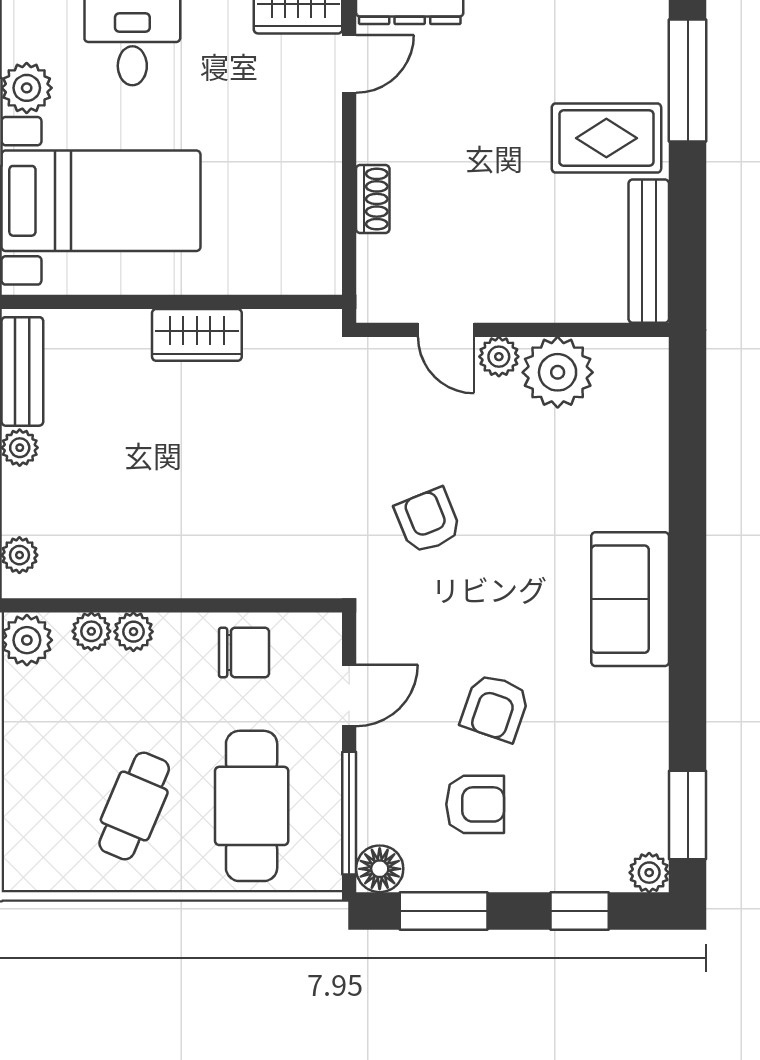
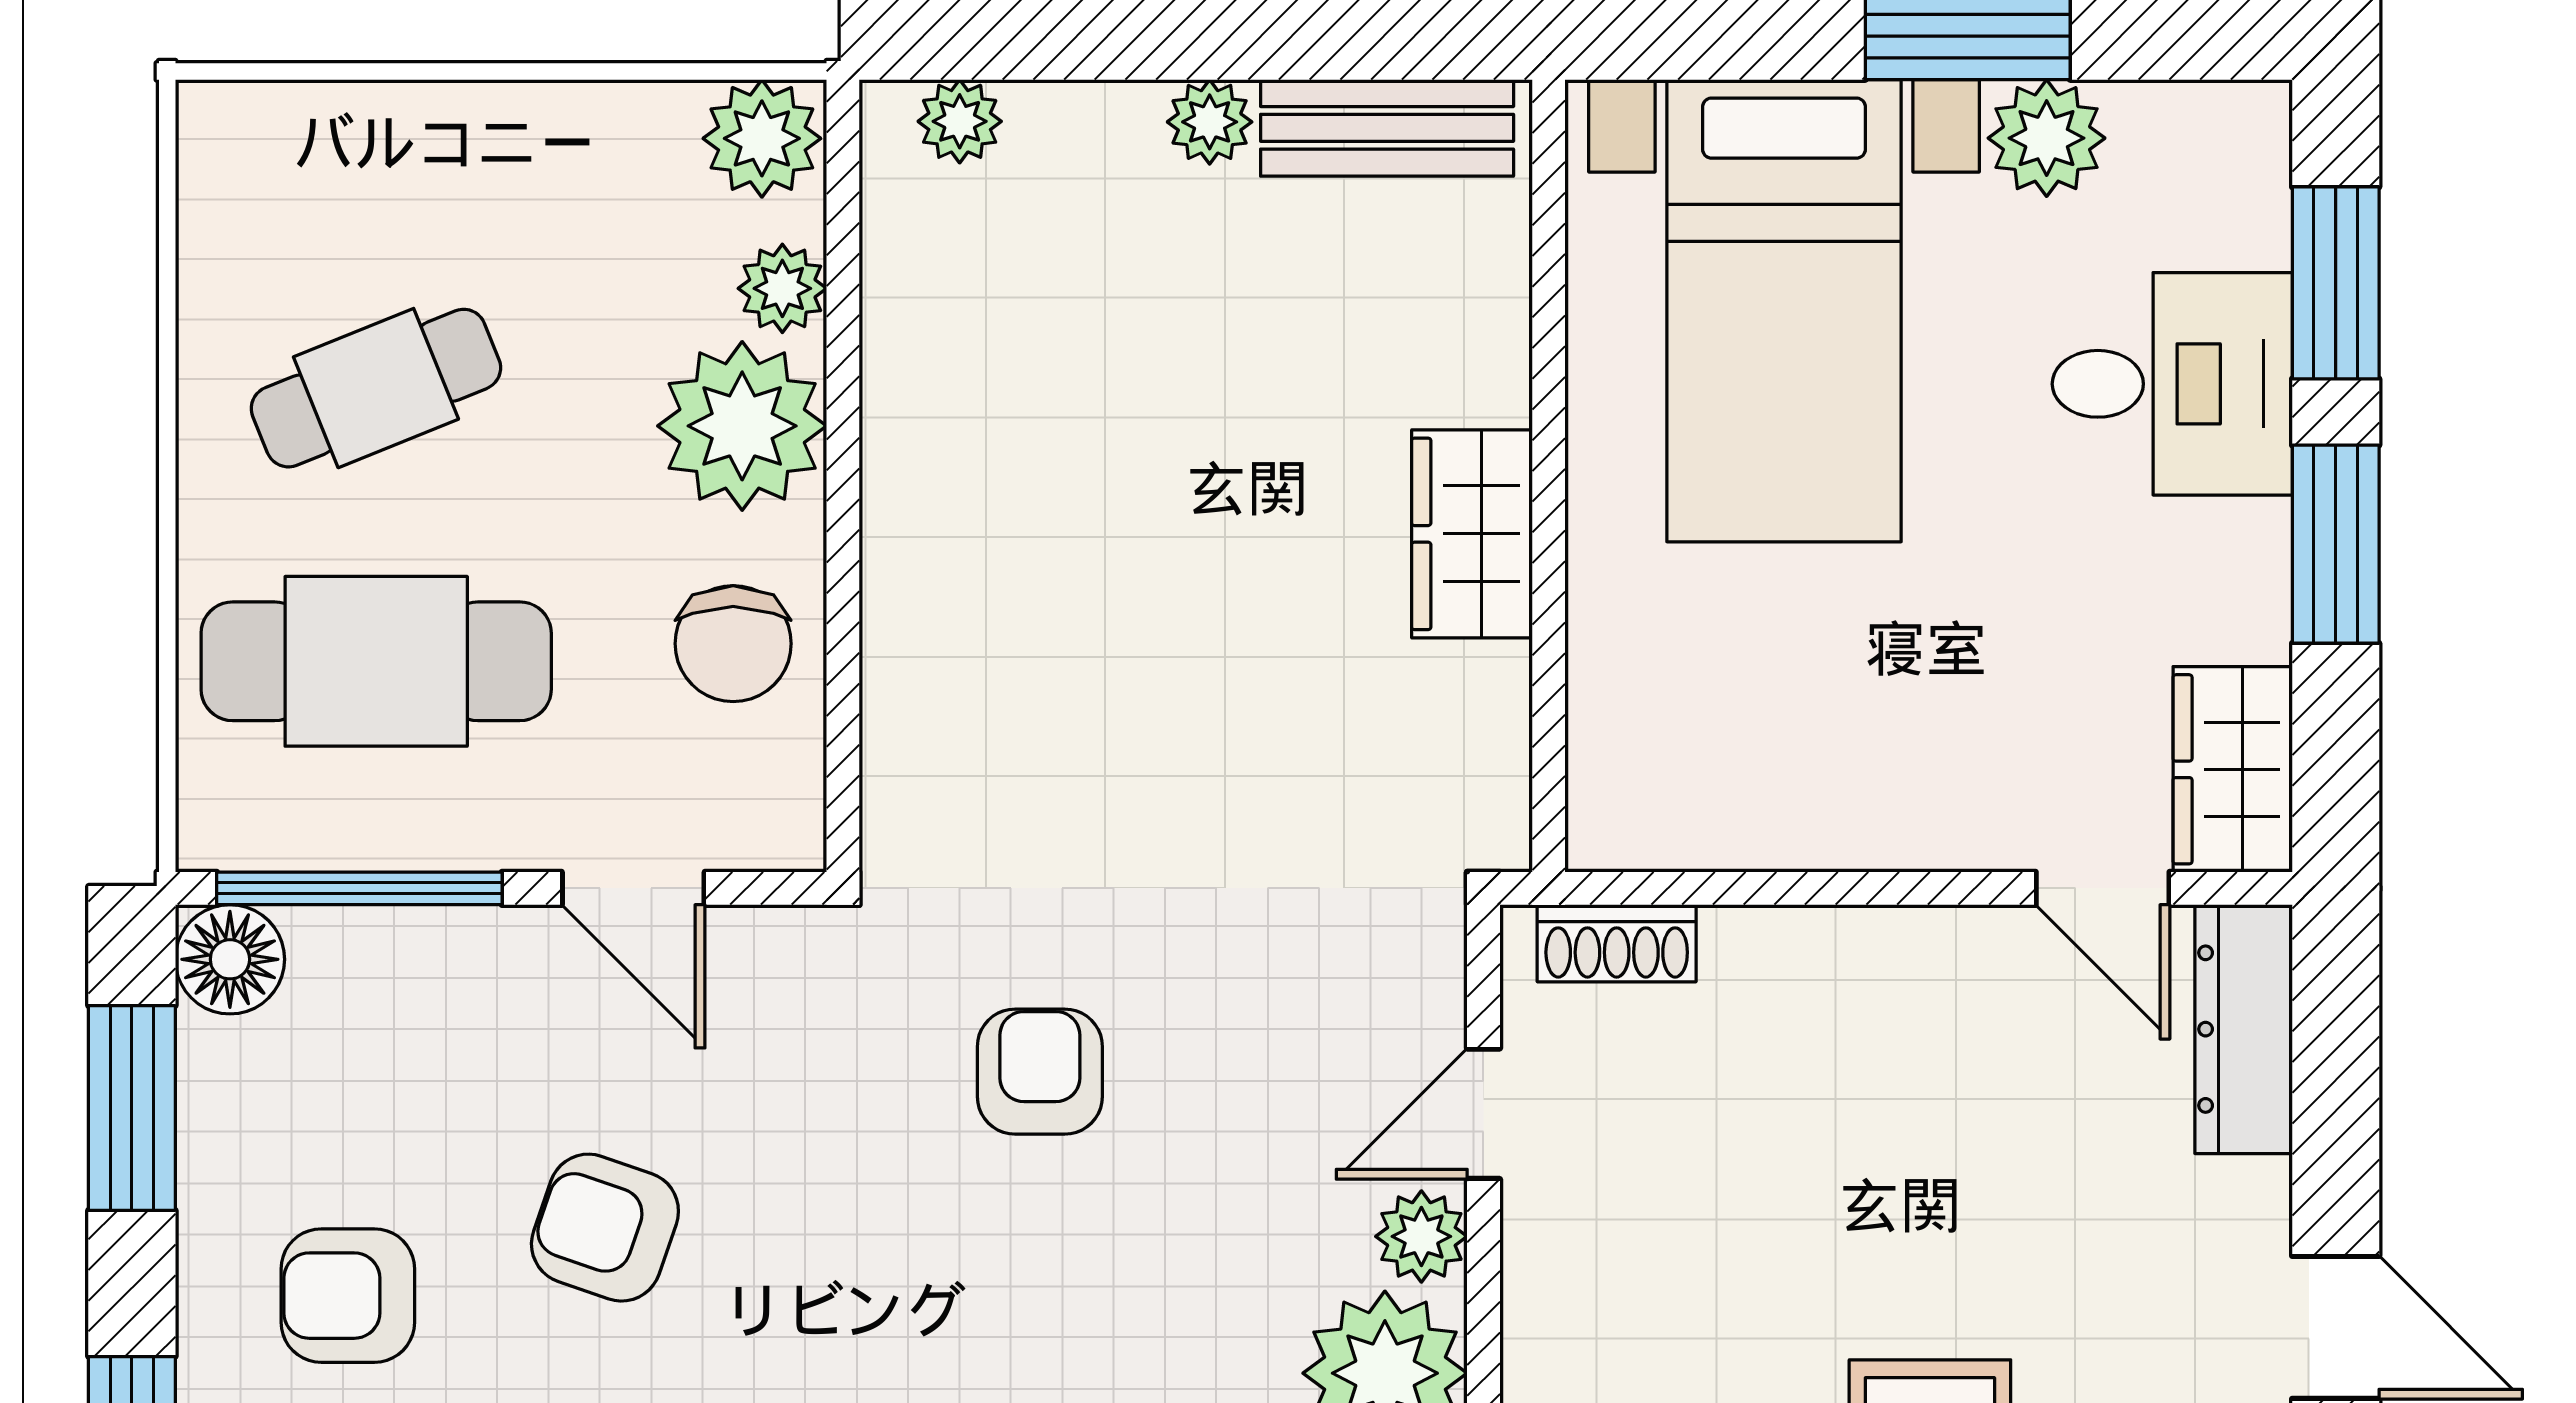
shoe rack: (373, 199) -> (1617, 943), moved
armchair: (428, 521) -> (1040, 1072), turned -68
plant: (133, 632) -> (742, 426), width x1.88, depth x1.88
armchair: (475, 804) -> (348, 1296), moved, turned 90
cafe table: (134, 806) -> (376, 388), turned -45

